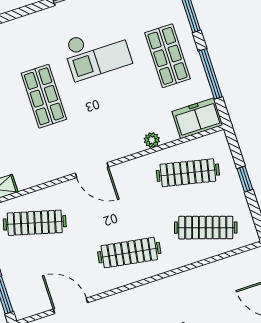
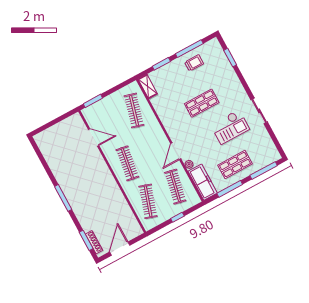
checkout: (97, 52) -> (230, 127), turned -90
freezer: (197, 118) -> (203, 182), width x1.40
door: (92, 170) -> (176, 151), moved
door: (71, 306) -> (94, 137), hinge flipped

